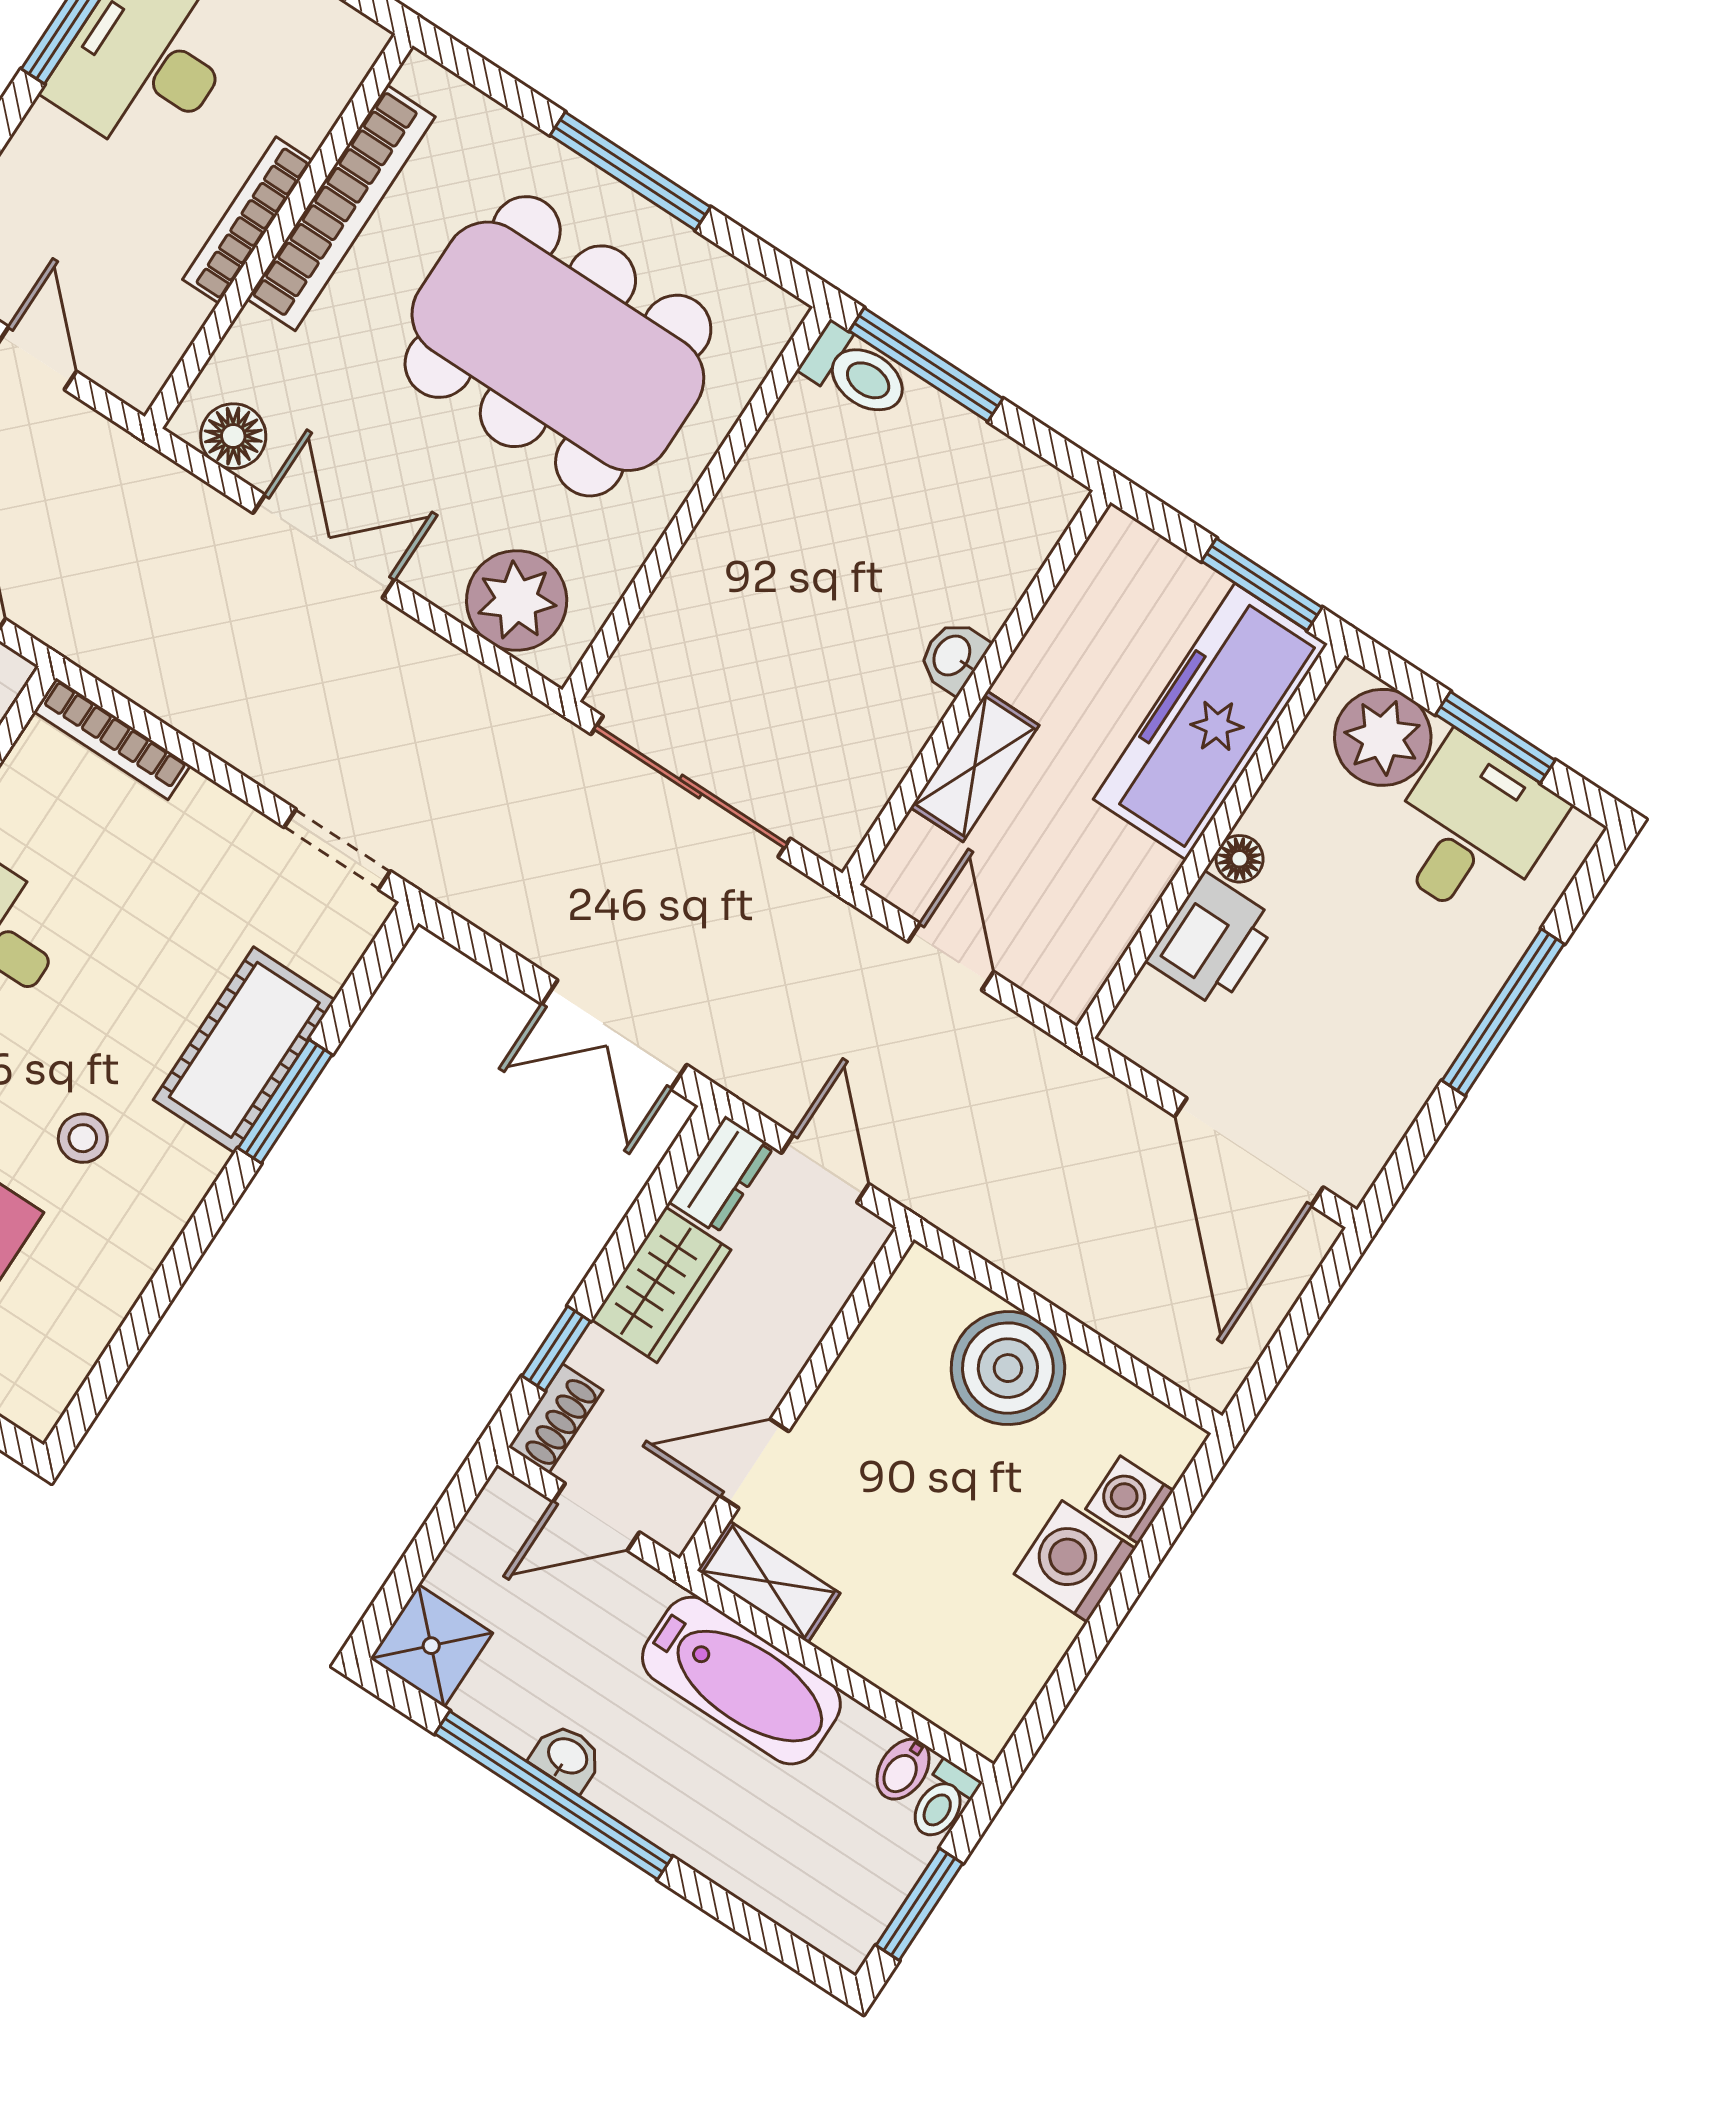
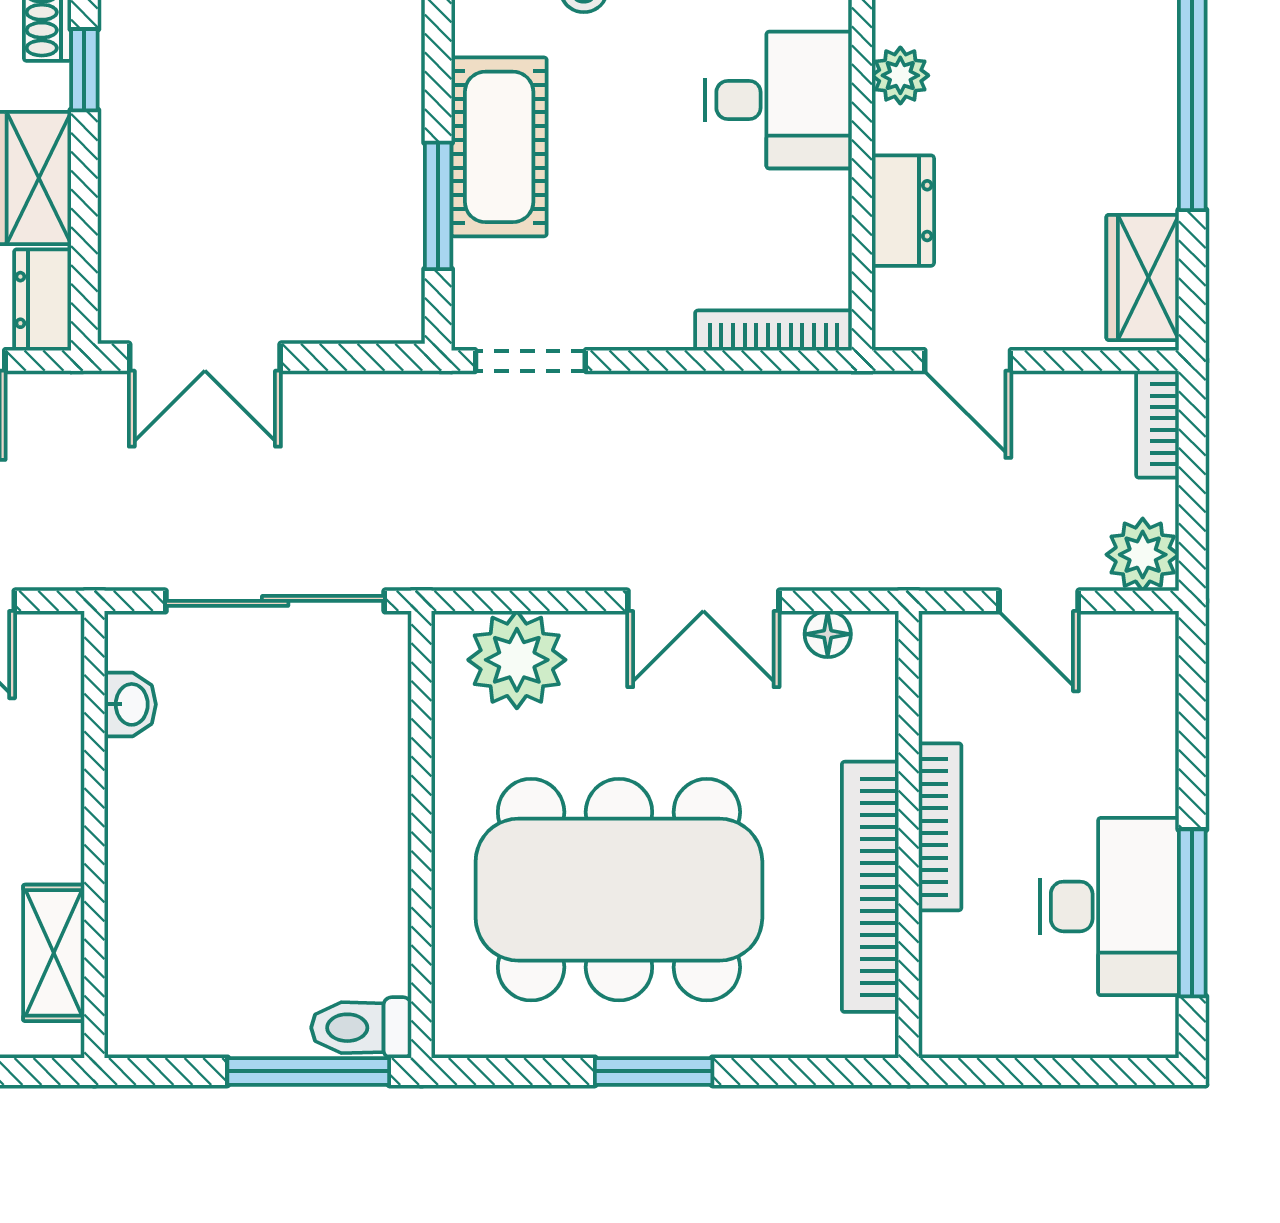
window: (630, 171) -> (654, 1071), width x0.69
floor lamp: (233, 436) -> (828, 634), width x0.73, depth x0.73
washbasin: (953, 656) -> (130, 704), moved
shelving: (975, 766) -> (54, 953), moved
double door: (614, 1035) -> (205, 357), swing flipped
window: (285, 1101) -> (438, 206), moved

